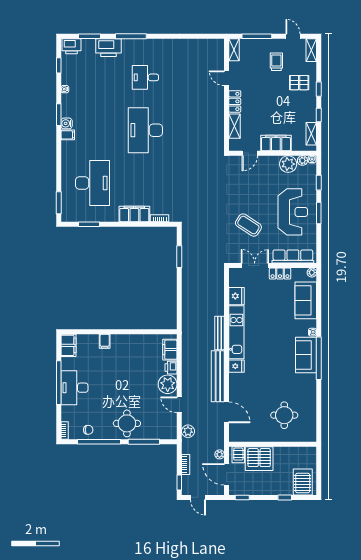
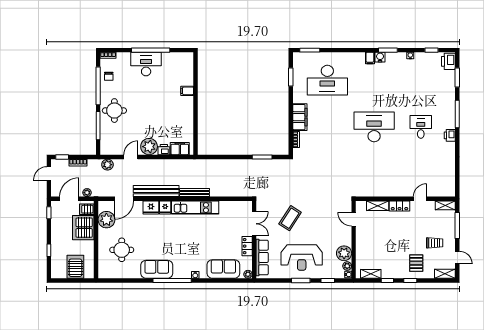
door: (293, 36) -> (457, 258), hinge flipped
printer: (108, 48) -> (450, 135), moved, width x0.53, depth x0.68
filing cabinet: (276, 143) -> (363, 242), removed
fridge: (236, 296) -> (151, 208), moved
filing cabinet: (68, 345) -> (183, 59), removed
sofa: (306, 355) -> (157, 269), moved
plant: (250, 432) -> (106, 220), added
server rack: (303, 482) -> (75, 267), moved, turned -90

